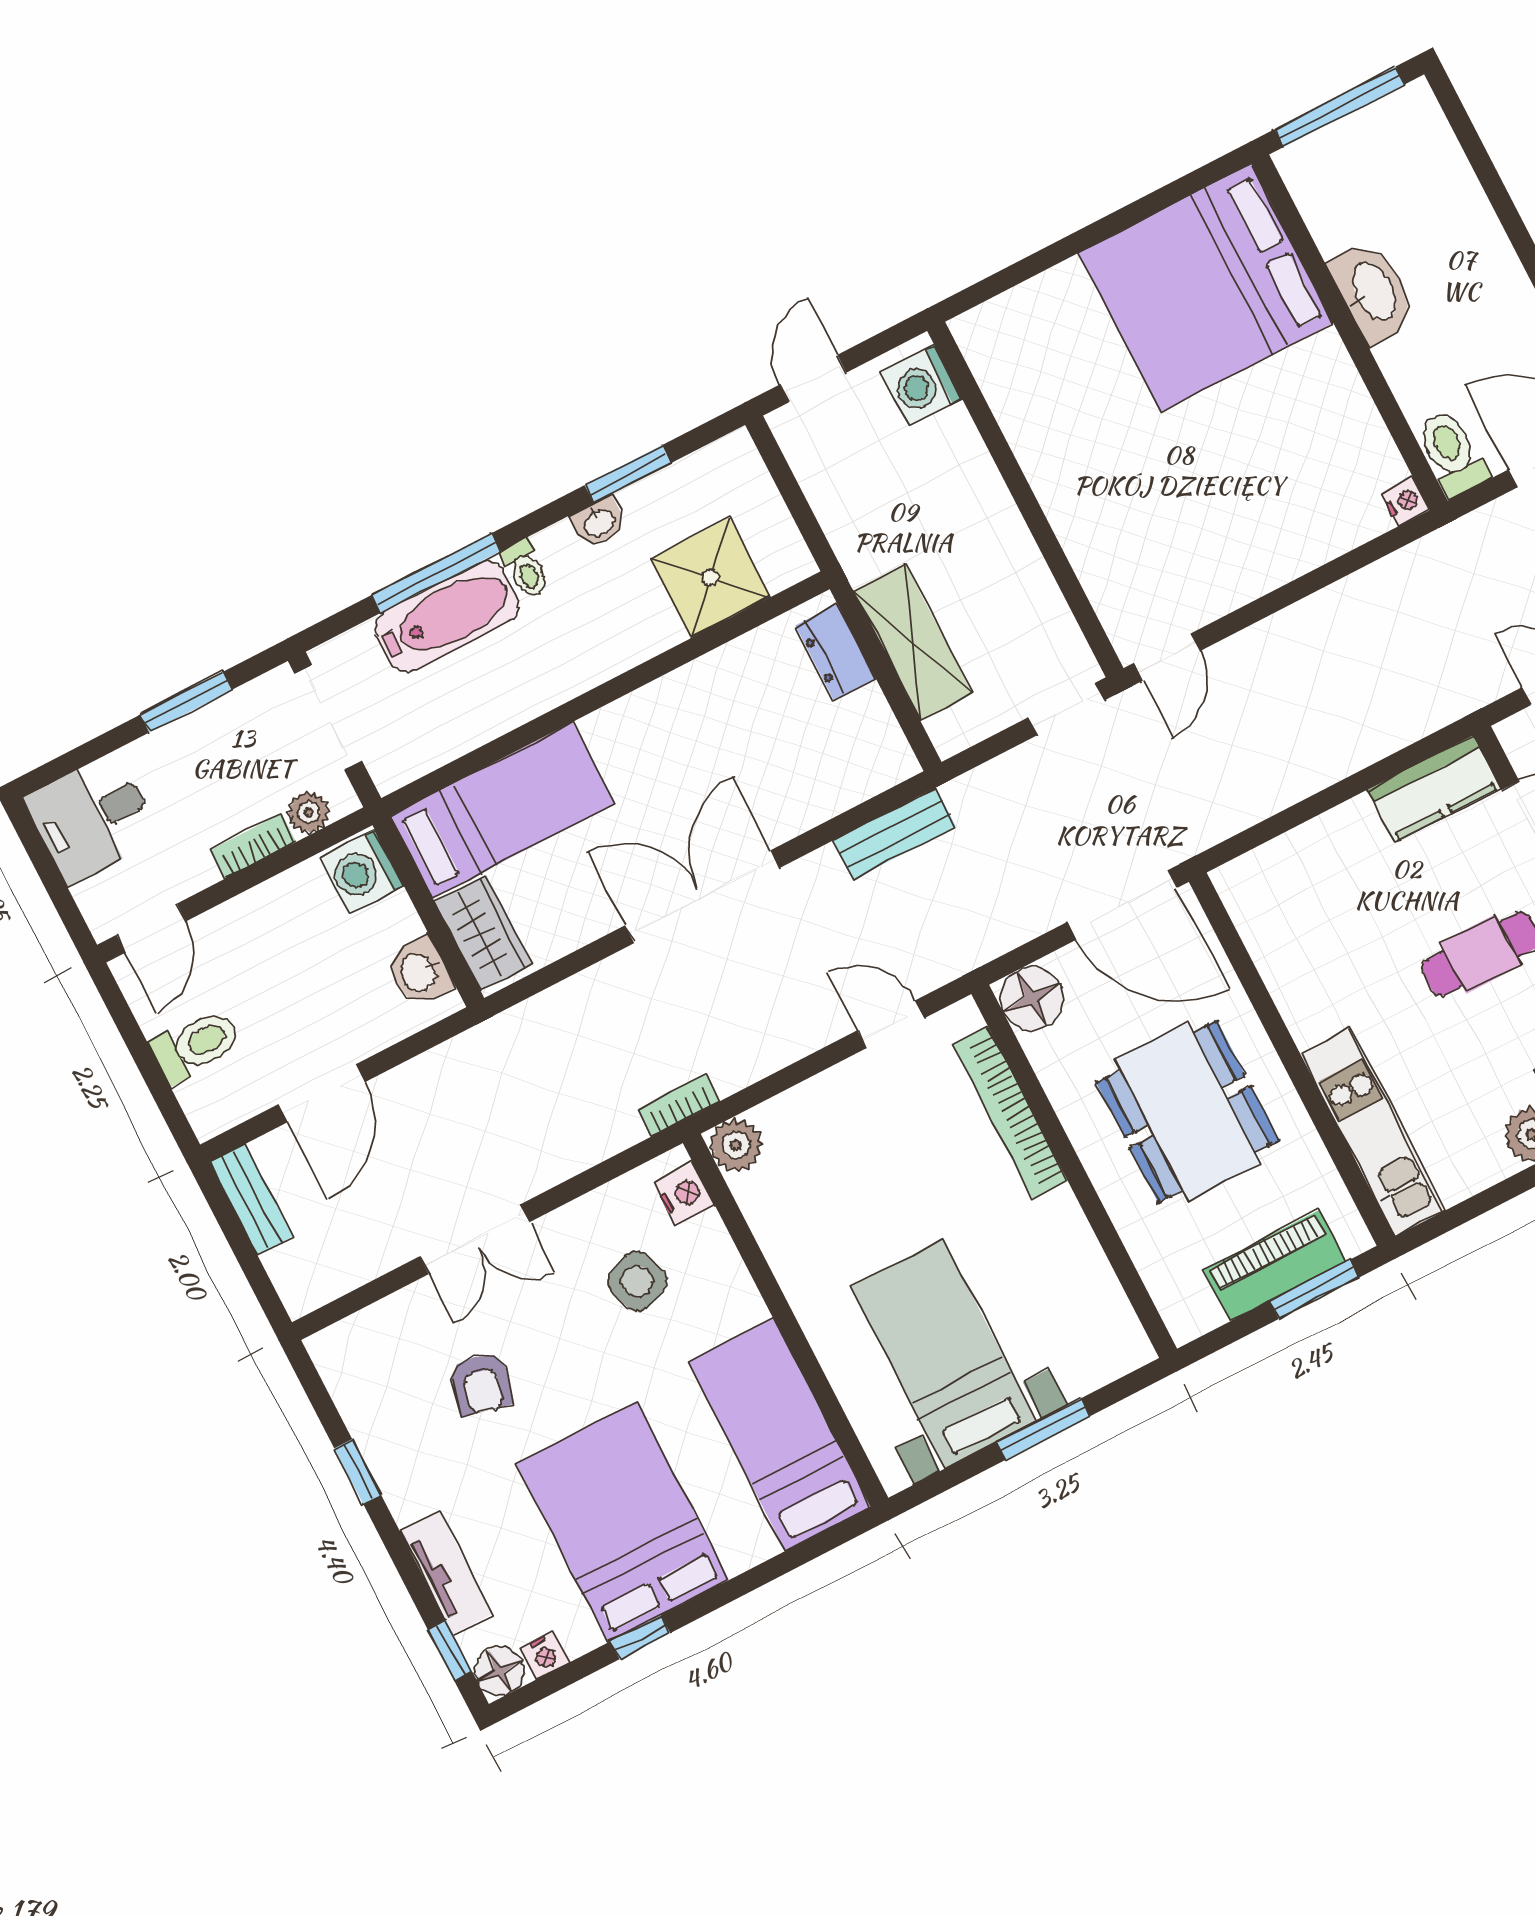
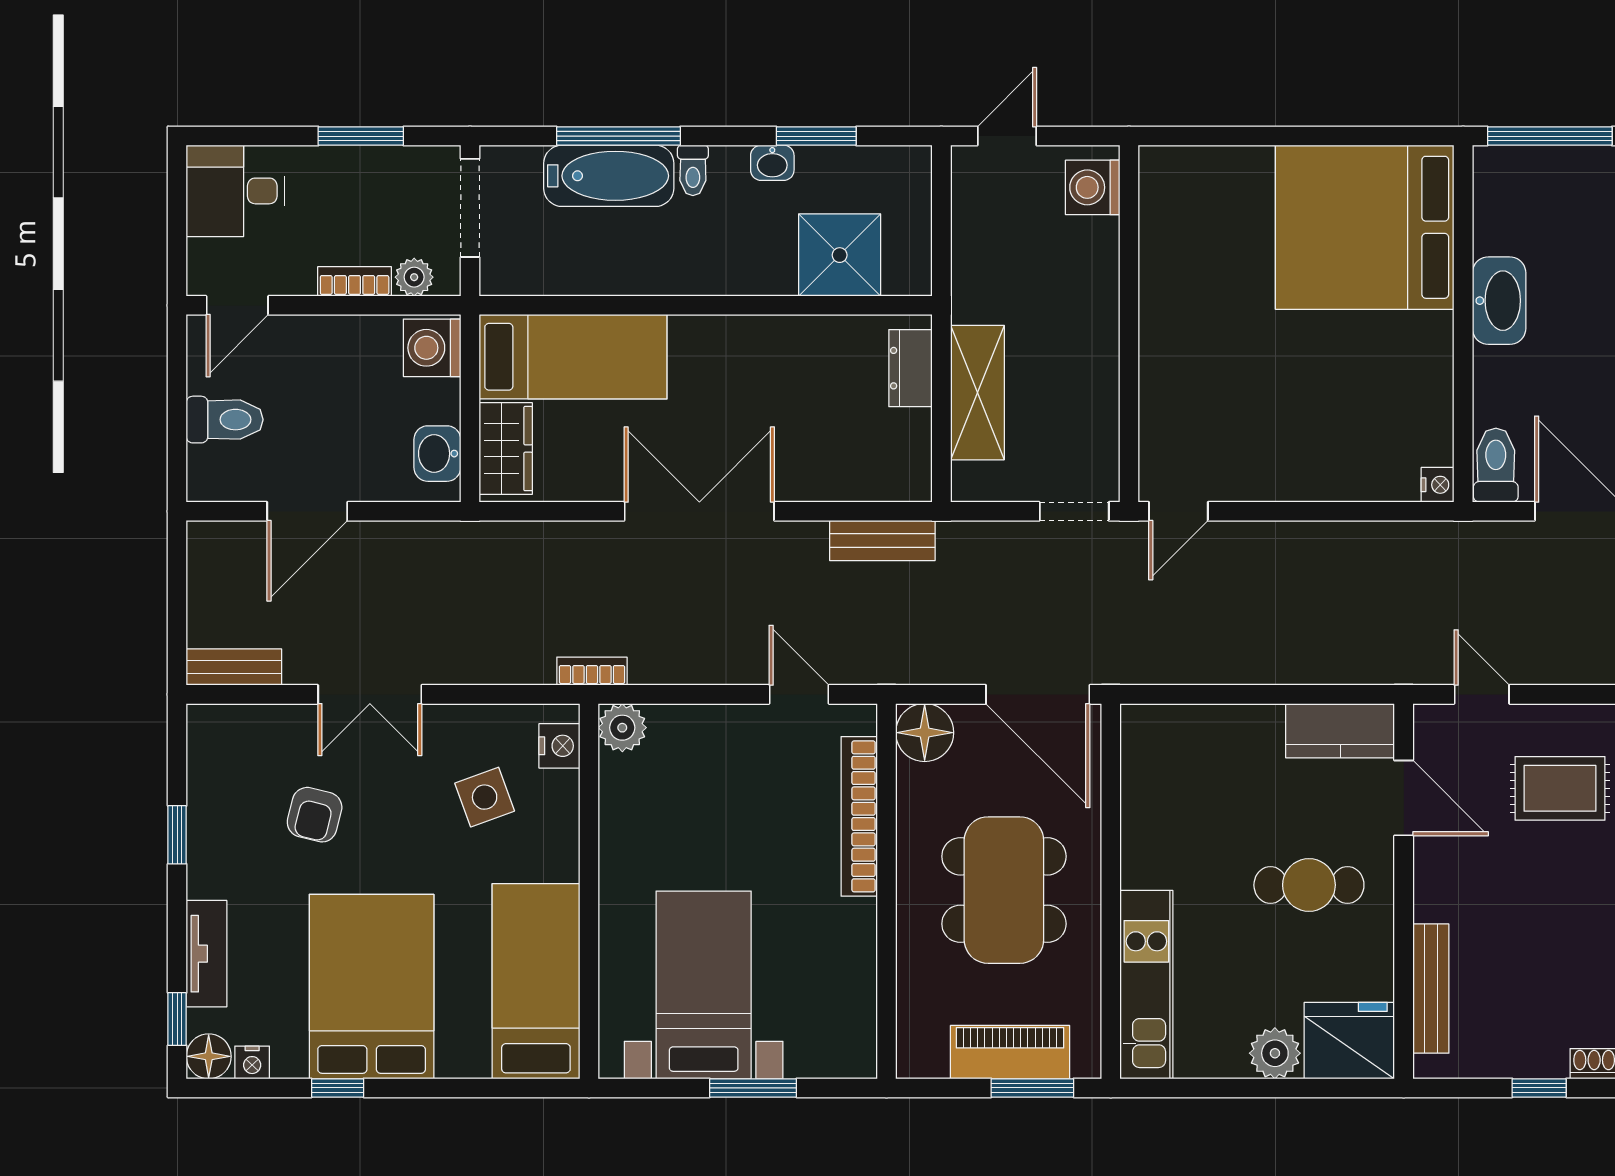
bench: (251, 1200) -> (234, 667), moved, turned 90

